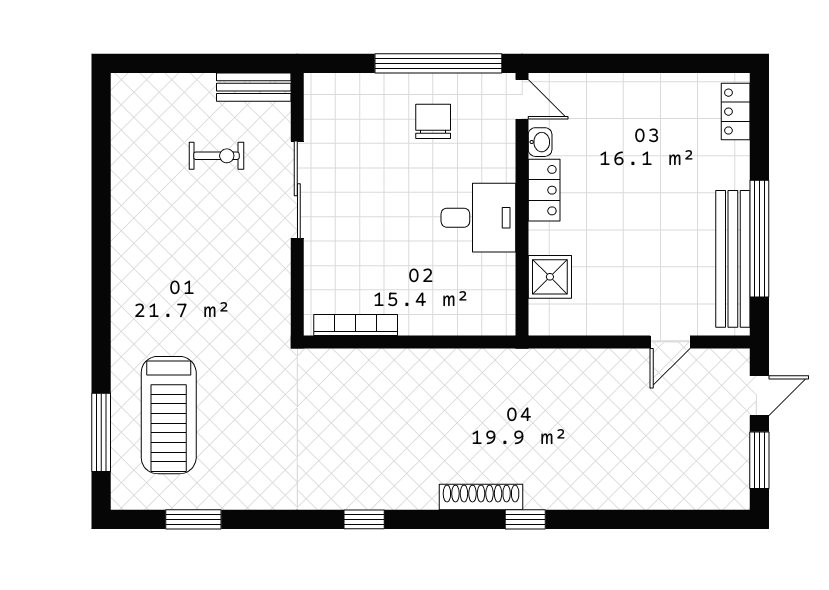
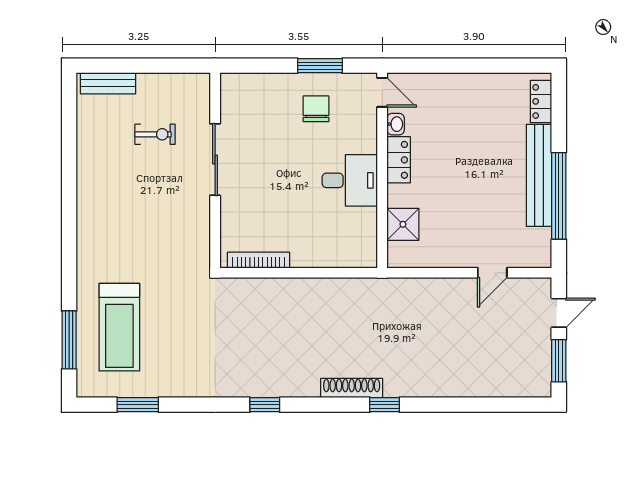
window: (438, 63) -> (320, 66), width x0.47
bench: (254, 87) -> (108, 83), moved
bench: (733, 259) -> (539, 175), moved

